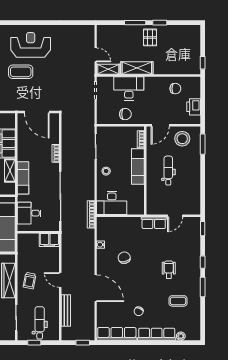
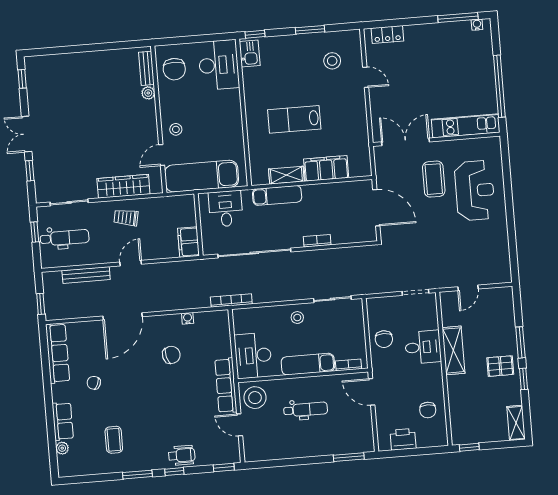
shelving: (108, 69) -> (516, 423), moved
desk: (129, 88) -> (423, 347), width x0.73
door: (37, 112) -> (376, 208), swing flipped
stool: (182, 139) -> (255, 398), moved
desk: (112, 203) -> (253, 356), moved
row of seats: (154, 223) -> (226, 385), width x1.48
wheelchair: (169, 270) -> (182, 455), moved
row of seats: (157, 334) -> (63, 421), width x0.68

